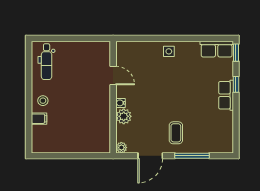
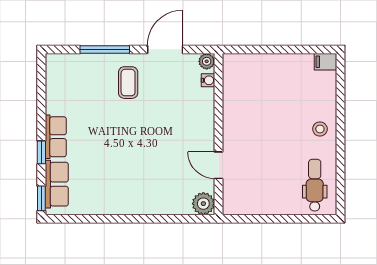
row of seats: (217, 49) -> (57, 184), moved, turned 90
side table: (169, 51) -> (138, 200), removed
water cooler: (121, 103) -> (208, 80), moved
plant: (124, 116) -> (203, 204), moved
filing cabinet: (39, 119) -> (326, 62), moved

